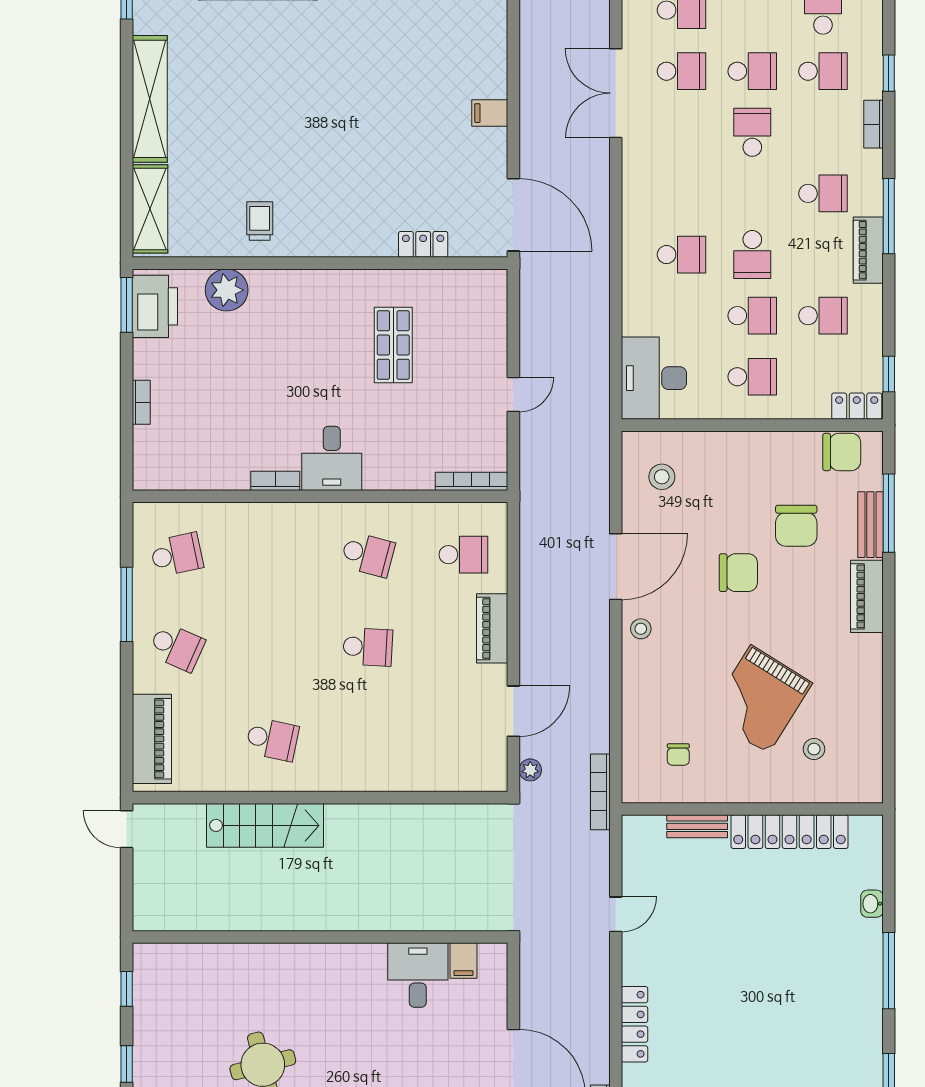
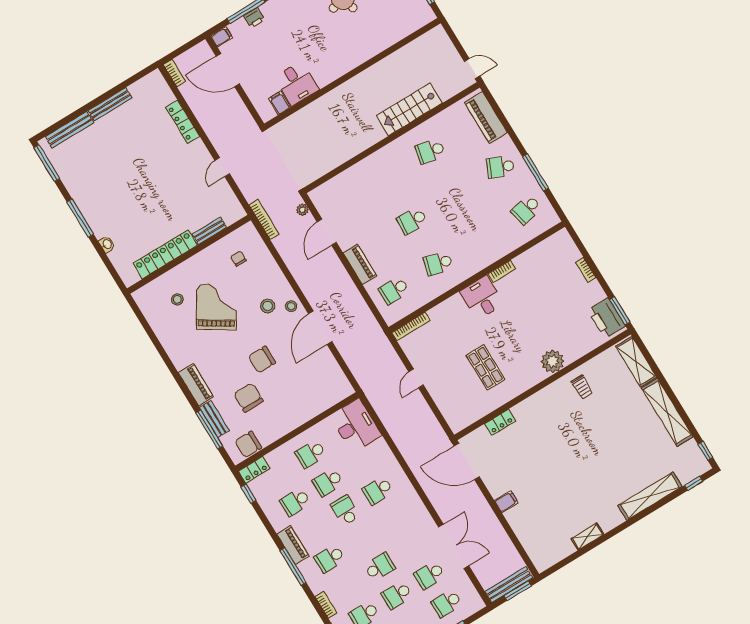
school desk: (752, 132) -> (380, 567), turned -90
plant: (227, 290) -> (552, 361), moved
stool: (662, 477) -> (268, 306), moved

